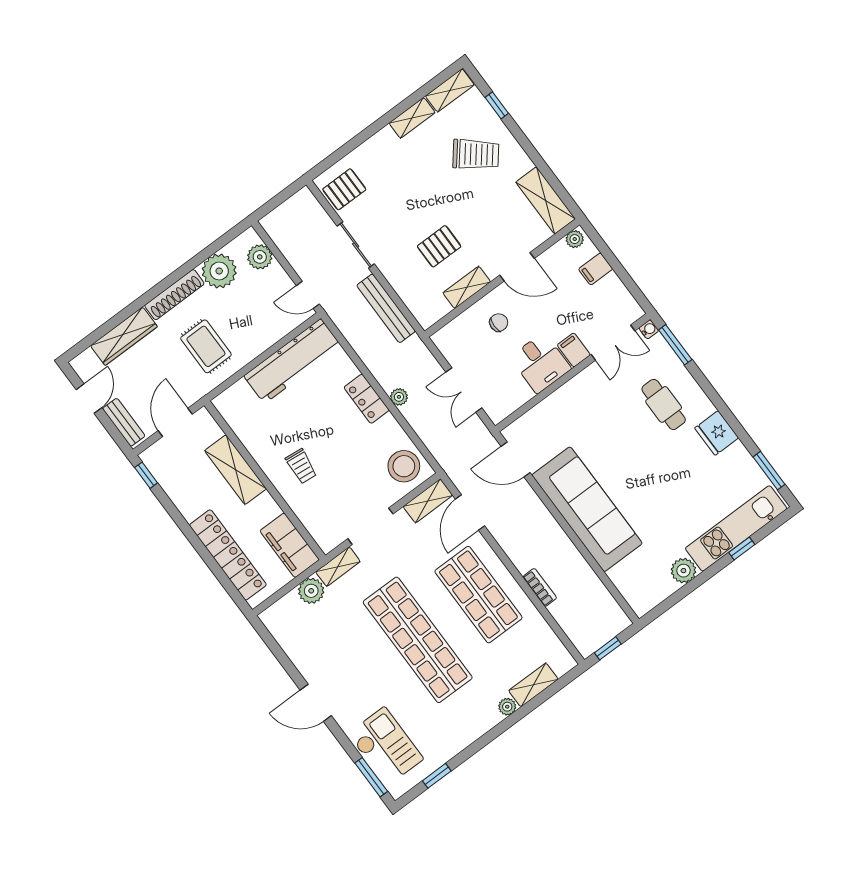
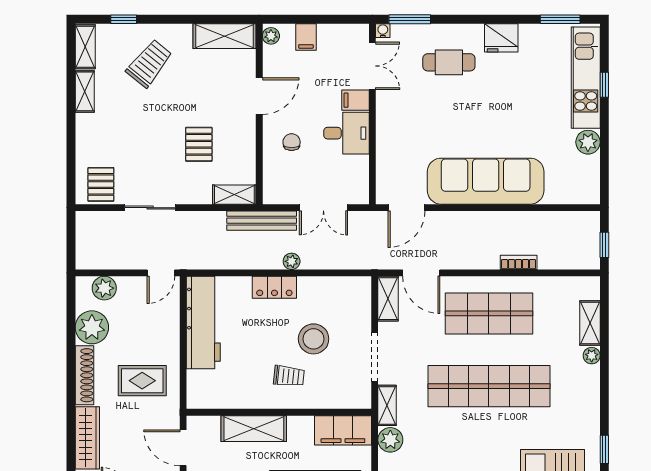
shelving: (467, 287) -> (234, 195), moved, turned 90
bench: (386, 308) -> (262, 221), moved
stool: (404, 466) -> (314, 339), moved

